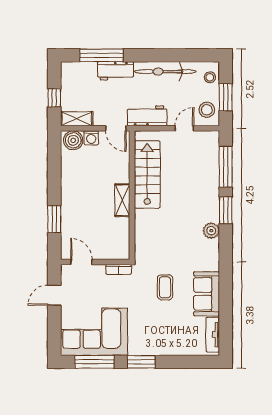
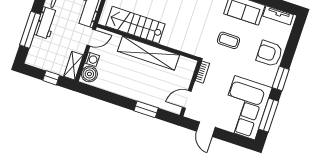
shelving: (122, 200) -> (149, 53), width x2.20, depth x1.33
armchair: (166, 339) -> (269, 54), added

